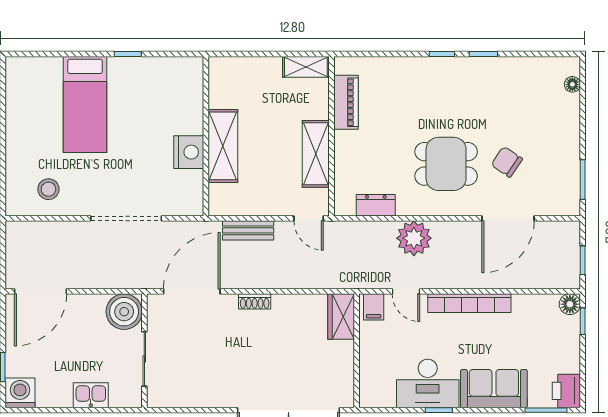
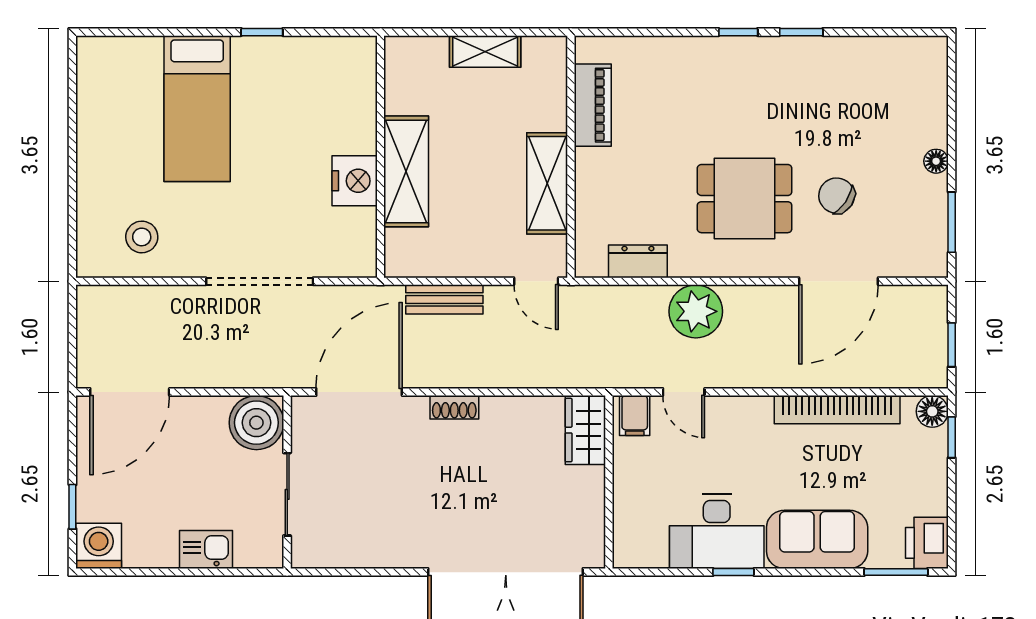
shelving: (306, 67) -> (485, 51), moved
floor lamp: (572, 84) -> (936, 161), moved
bookcase: (469, 303) -> (837, 410), moved

